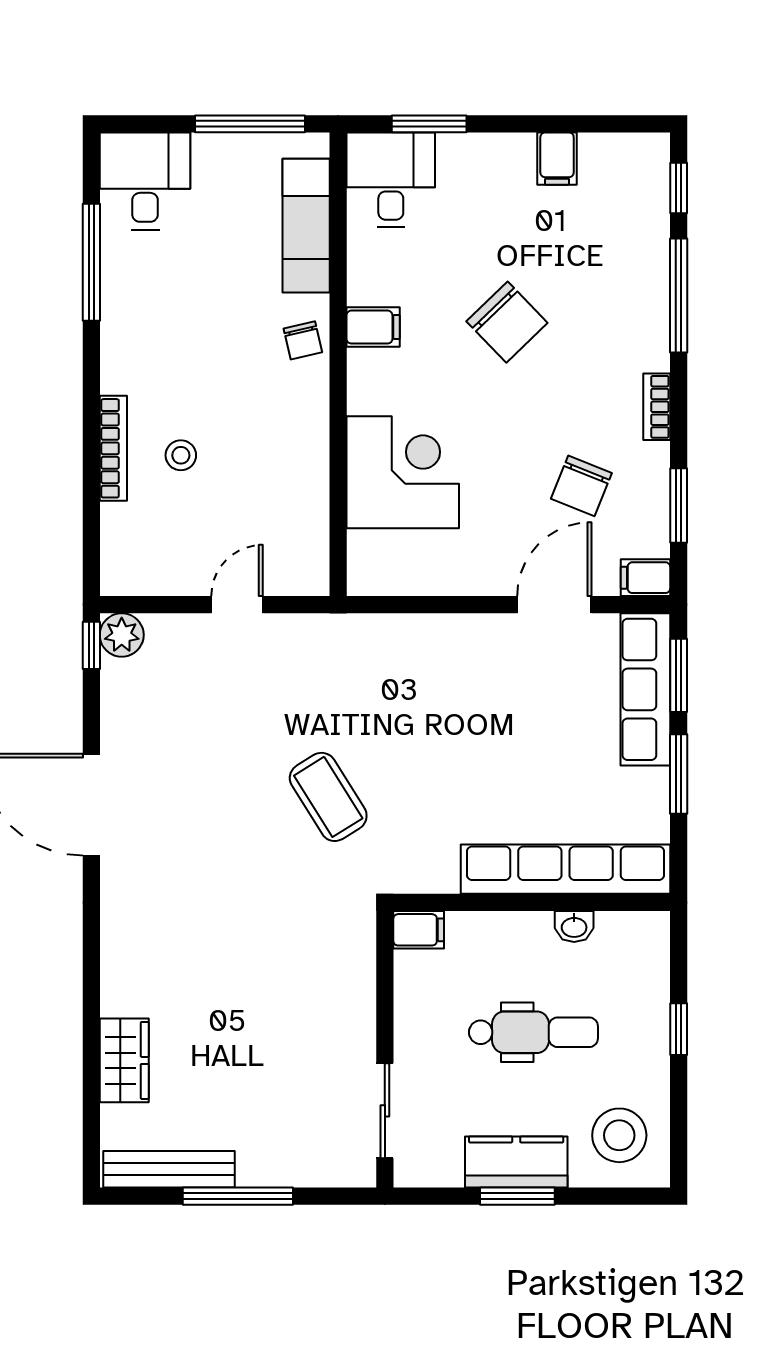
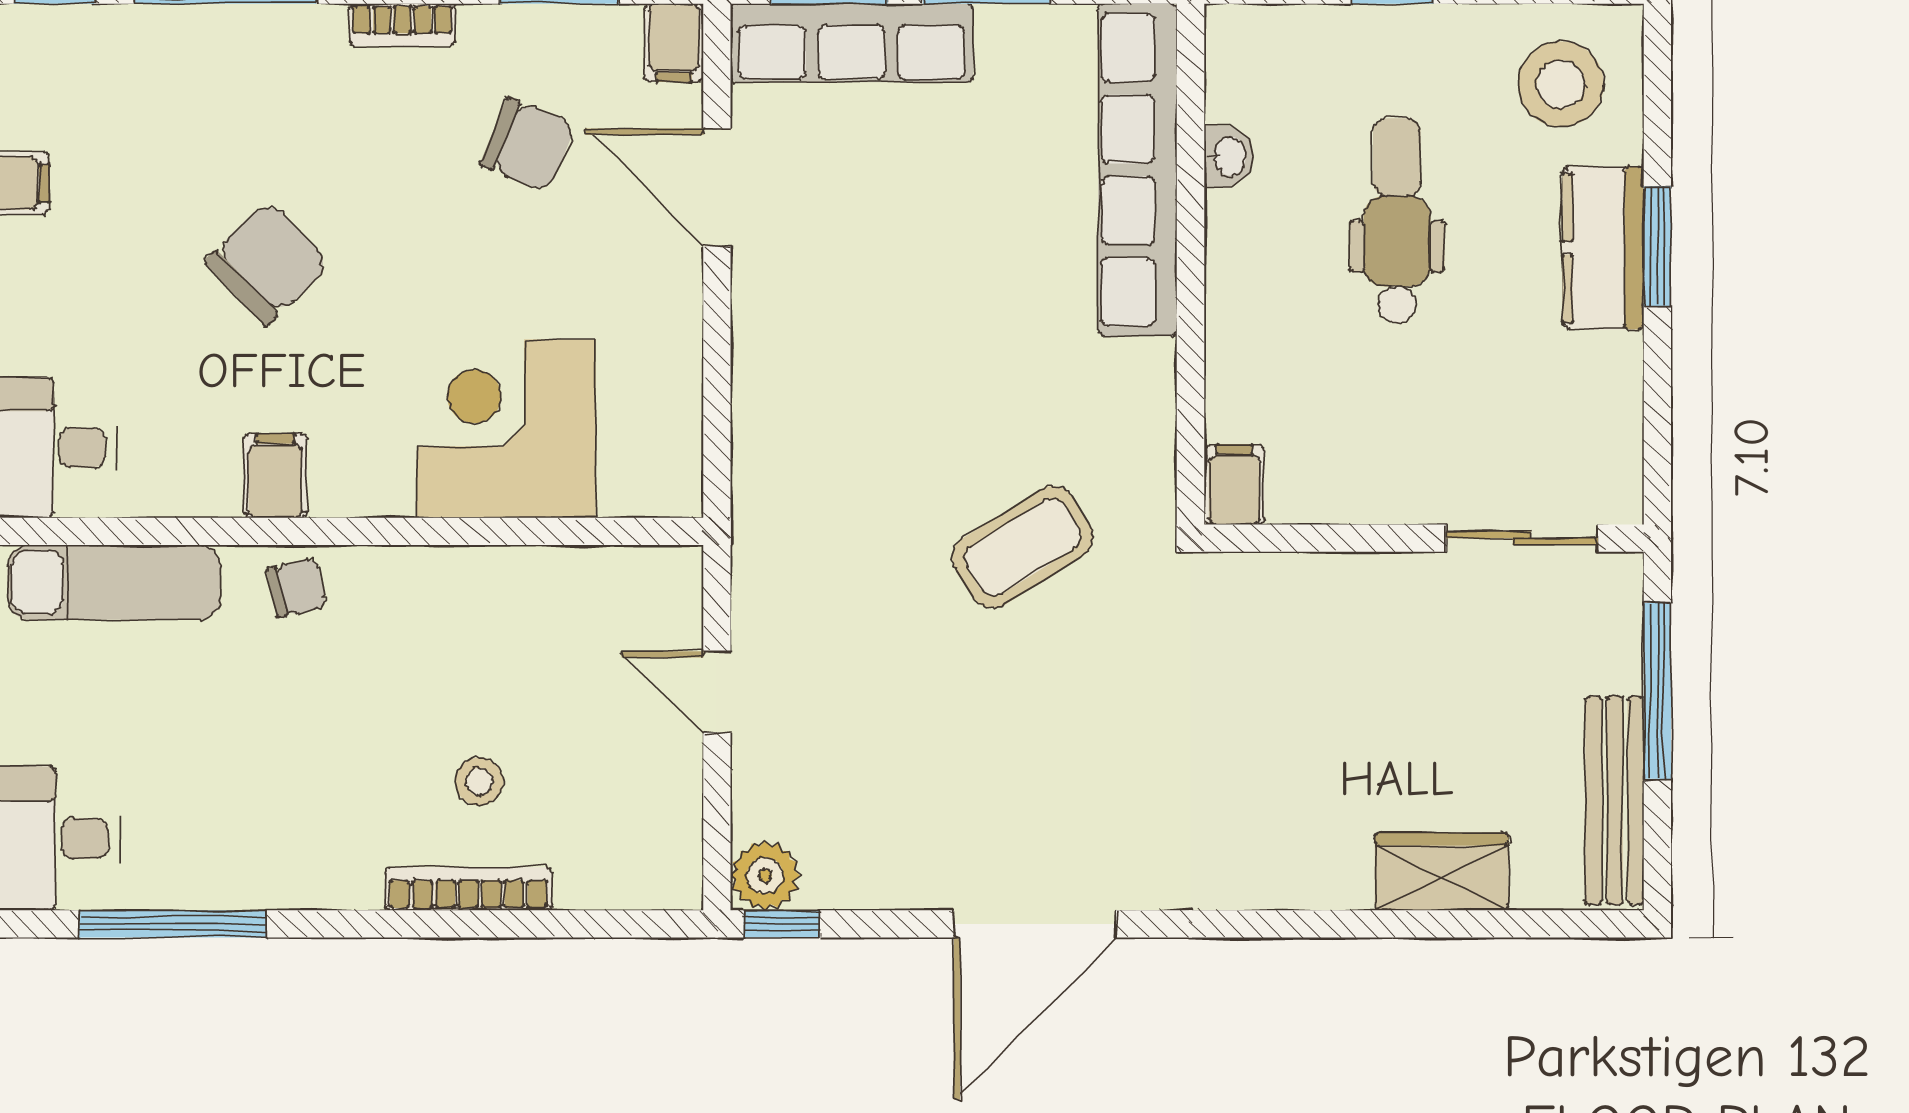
filing cabinet: (419, 930) -> (1234, 485), moved
wall: (385, 1049) -> (1424, 538), moved
sliding door: (385, 1111) -> (1522, 538), moved

